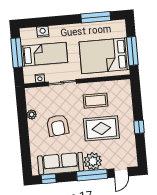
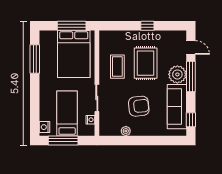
nightstand: (43, 32) -> (45, 127), moved

